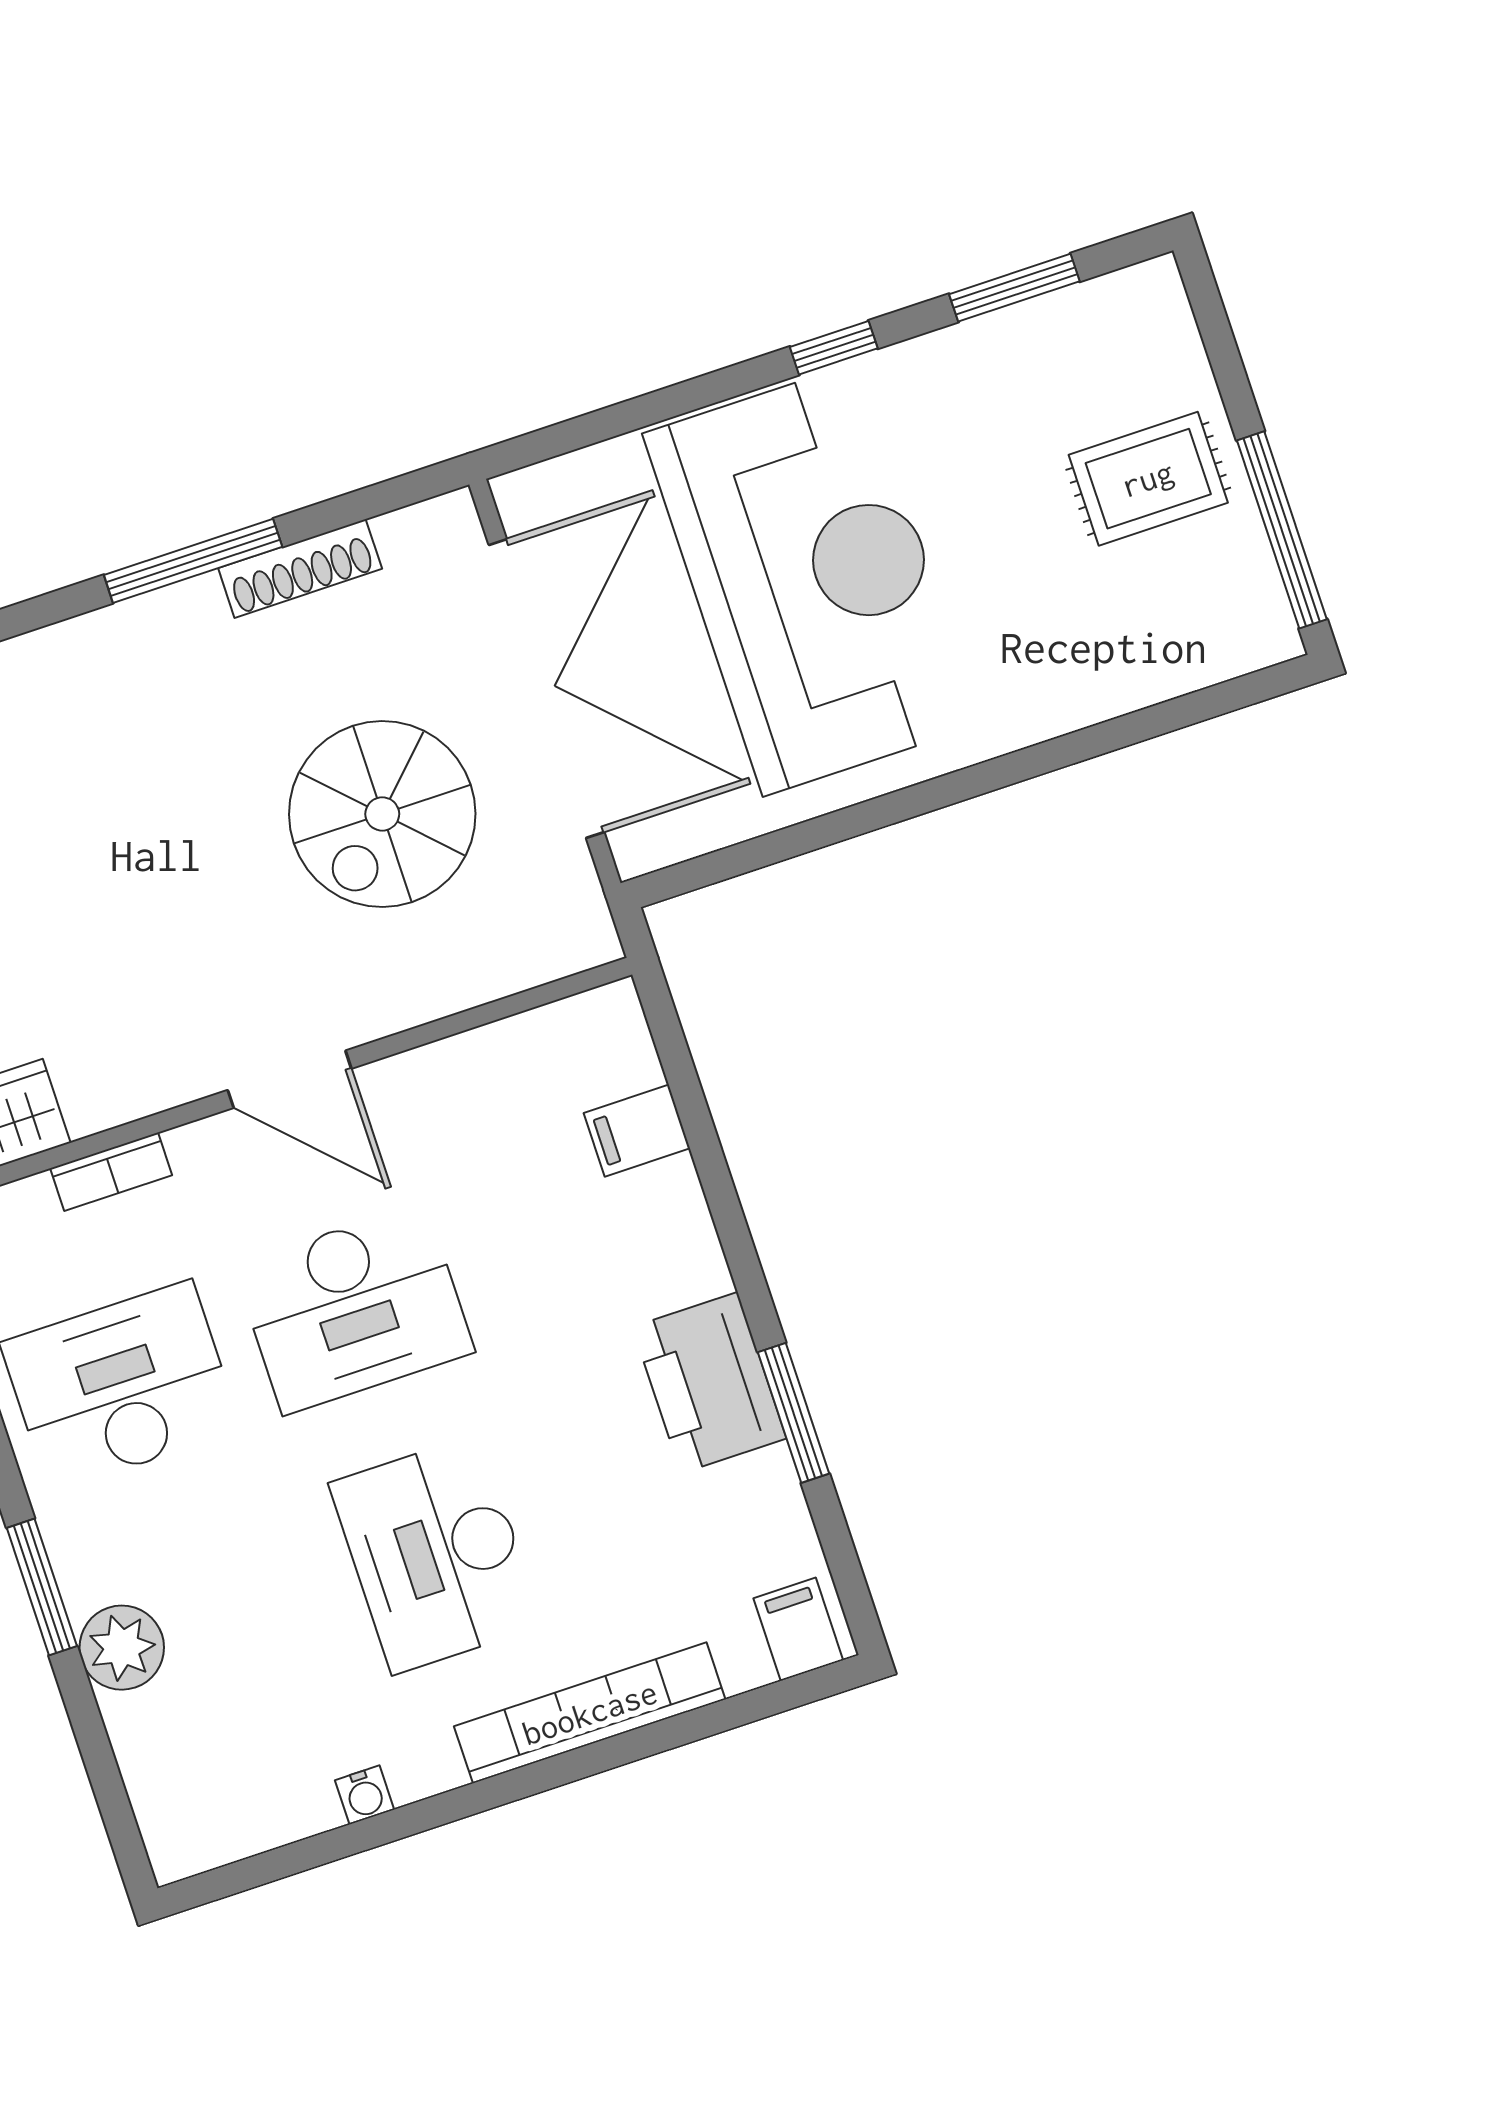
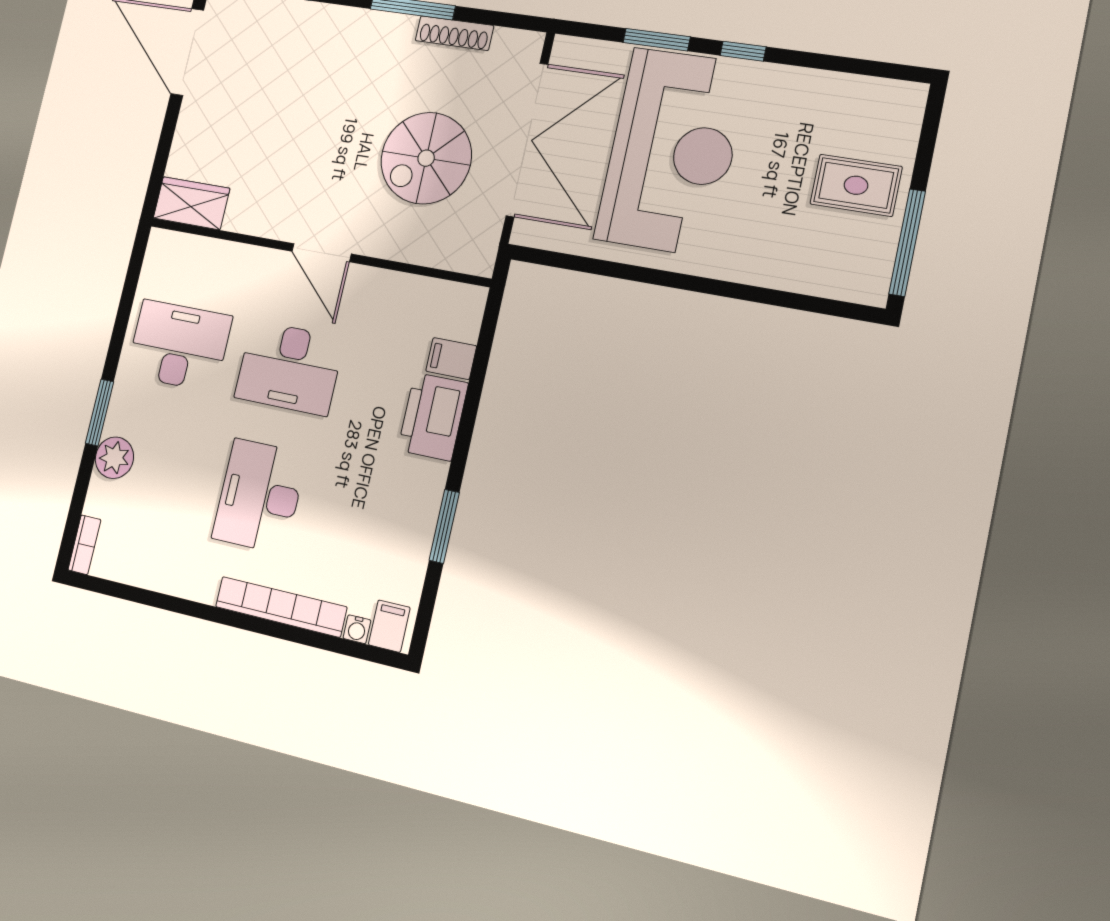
window: (1014, 288) -> (657, 40), moved
bookcase: (111, 1172) -> (84, 545), moved, turned -90
printer: (709, 1383) -> (433, 417), moved
water cooler: (364, 1795) -> (357, 629), moved

